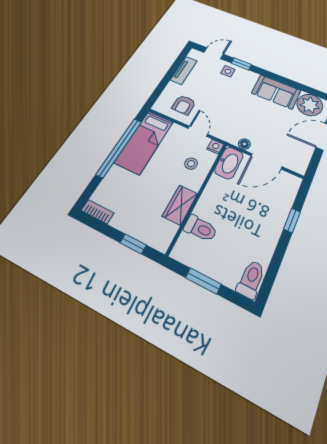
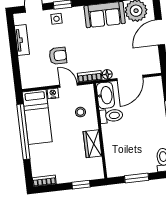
armchair: (184, 105) -> (58, 56), moved, turned -90
bookcase: (225, 136) -> (90, 76), added
nightstand: (215, 147) -> (53, 93), moved
toilet: (200, 228) -> (111, 116), moved

